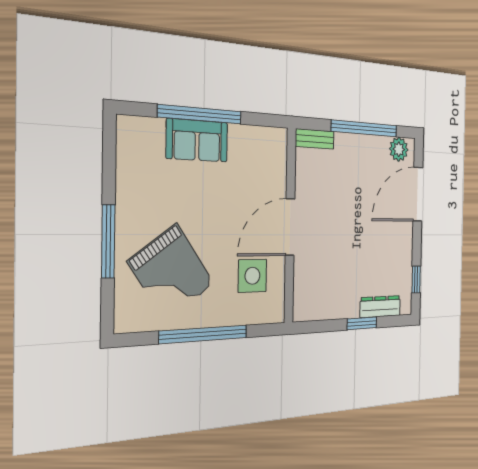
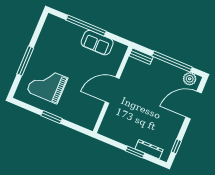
sofa: (197, 140) -> (97, 43), moved
grand piano: (171, 273) -> (47, 85), turned 125
side table: (252, 276) -> (85, 103), removed
window: (204, 334) -> (51, 117), width x0.47

